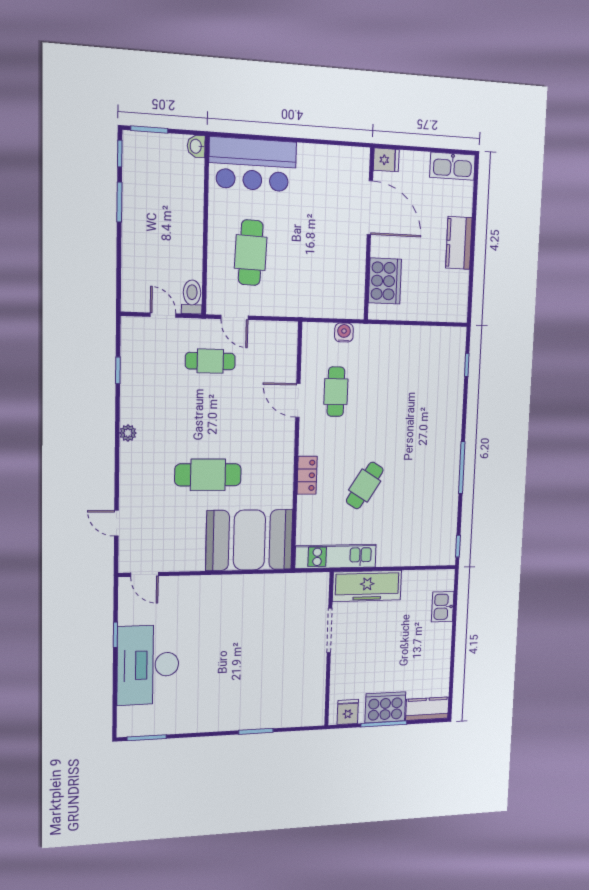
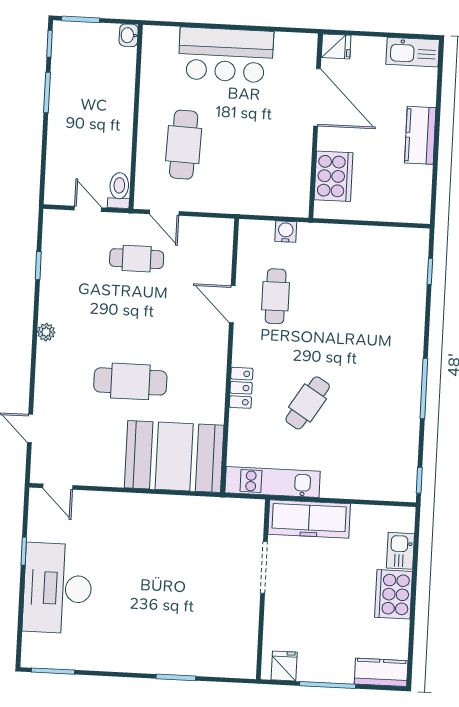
bar counter: (253, 164) -> (226, 55), moved
cooker: (385, 707) -> (394, 594), moved, turned -90

